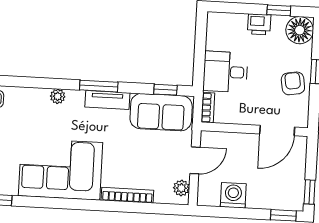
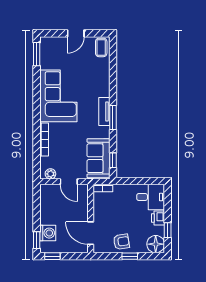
desk: (225, 72) -> (151, 197), moved, turned 90
plant: (58, 96) -> (105, 91), removed
tv unit: (107, 100) -> (104, 111), moved
washing machine: (233, 195) -> (48, 233), moved

